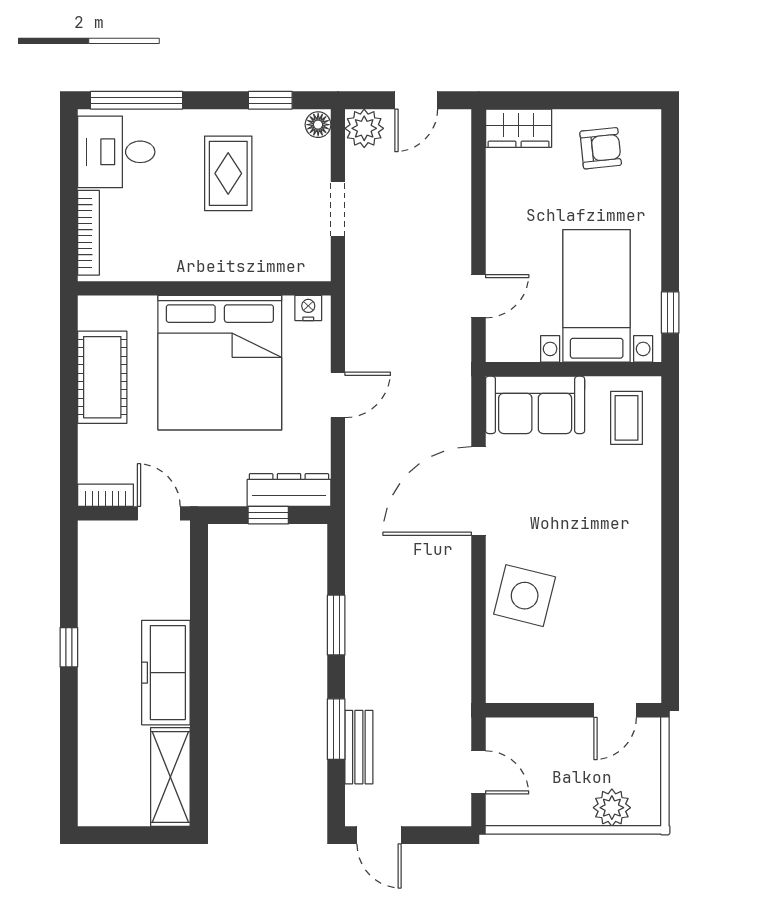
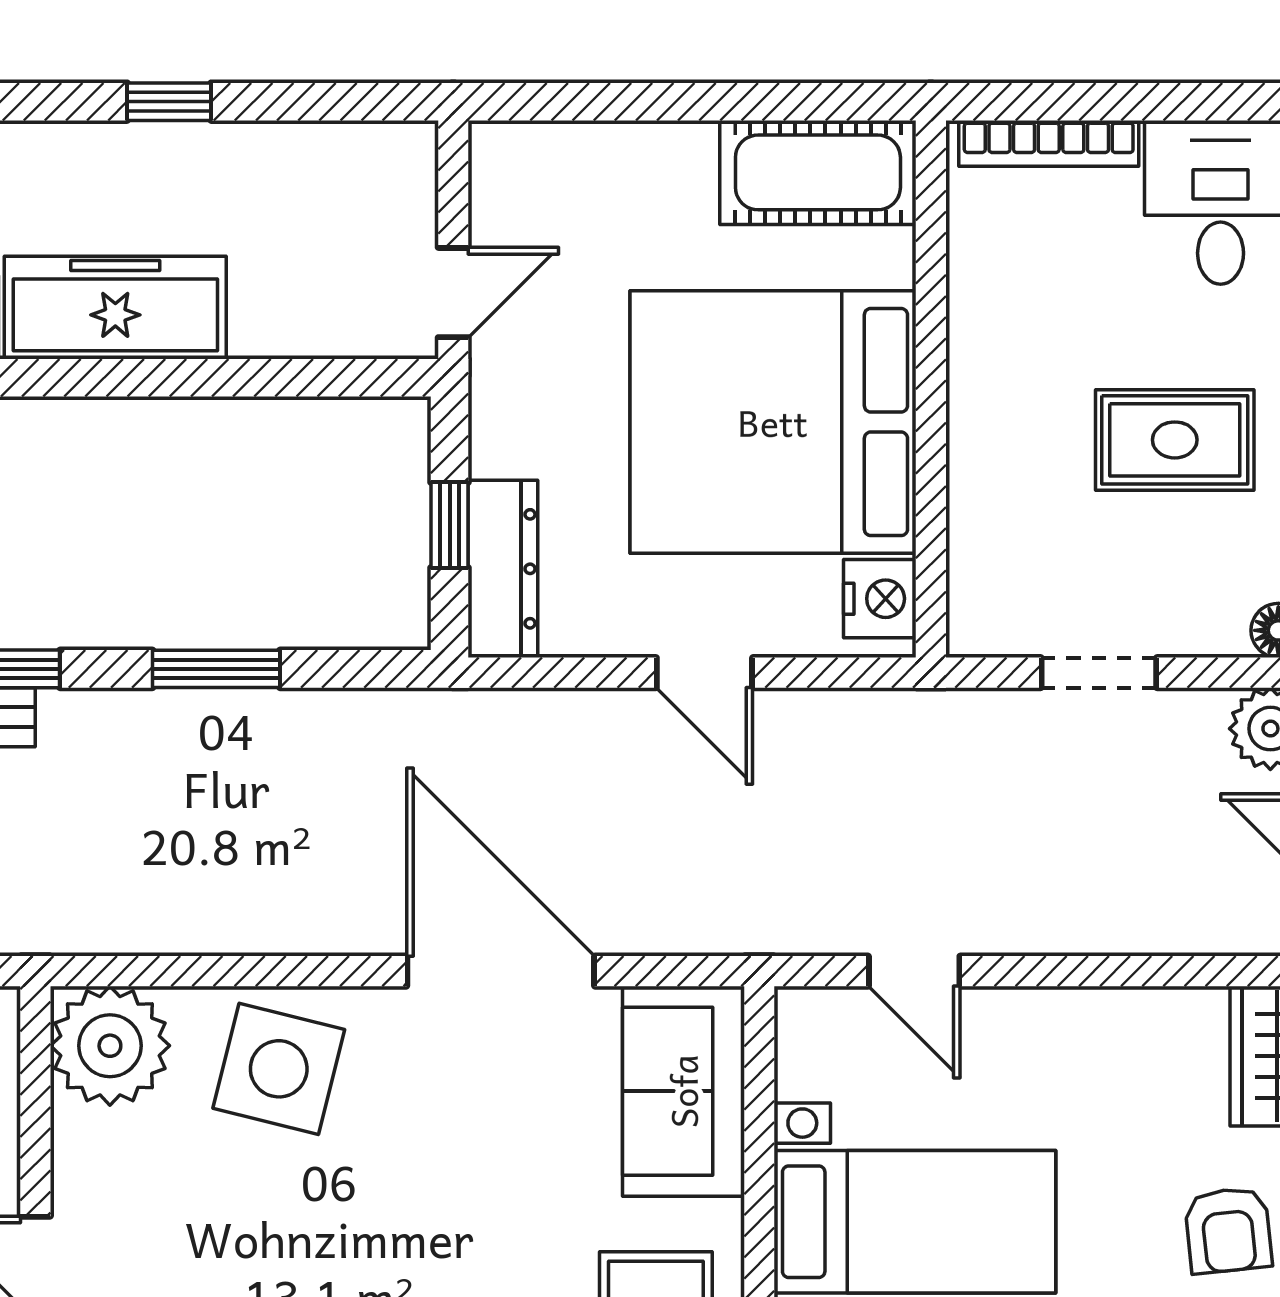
nightstand: (308, 308) -> (880, 599), width x1.39, depth x1.35
cot: (102, 377) -> (818, 172), moved
bookcase: (106, 495) -> (492, 180), removed
plant: (514, 675) -> (110, 1046), added

